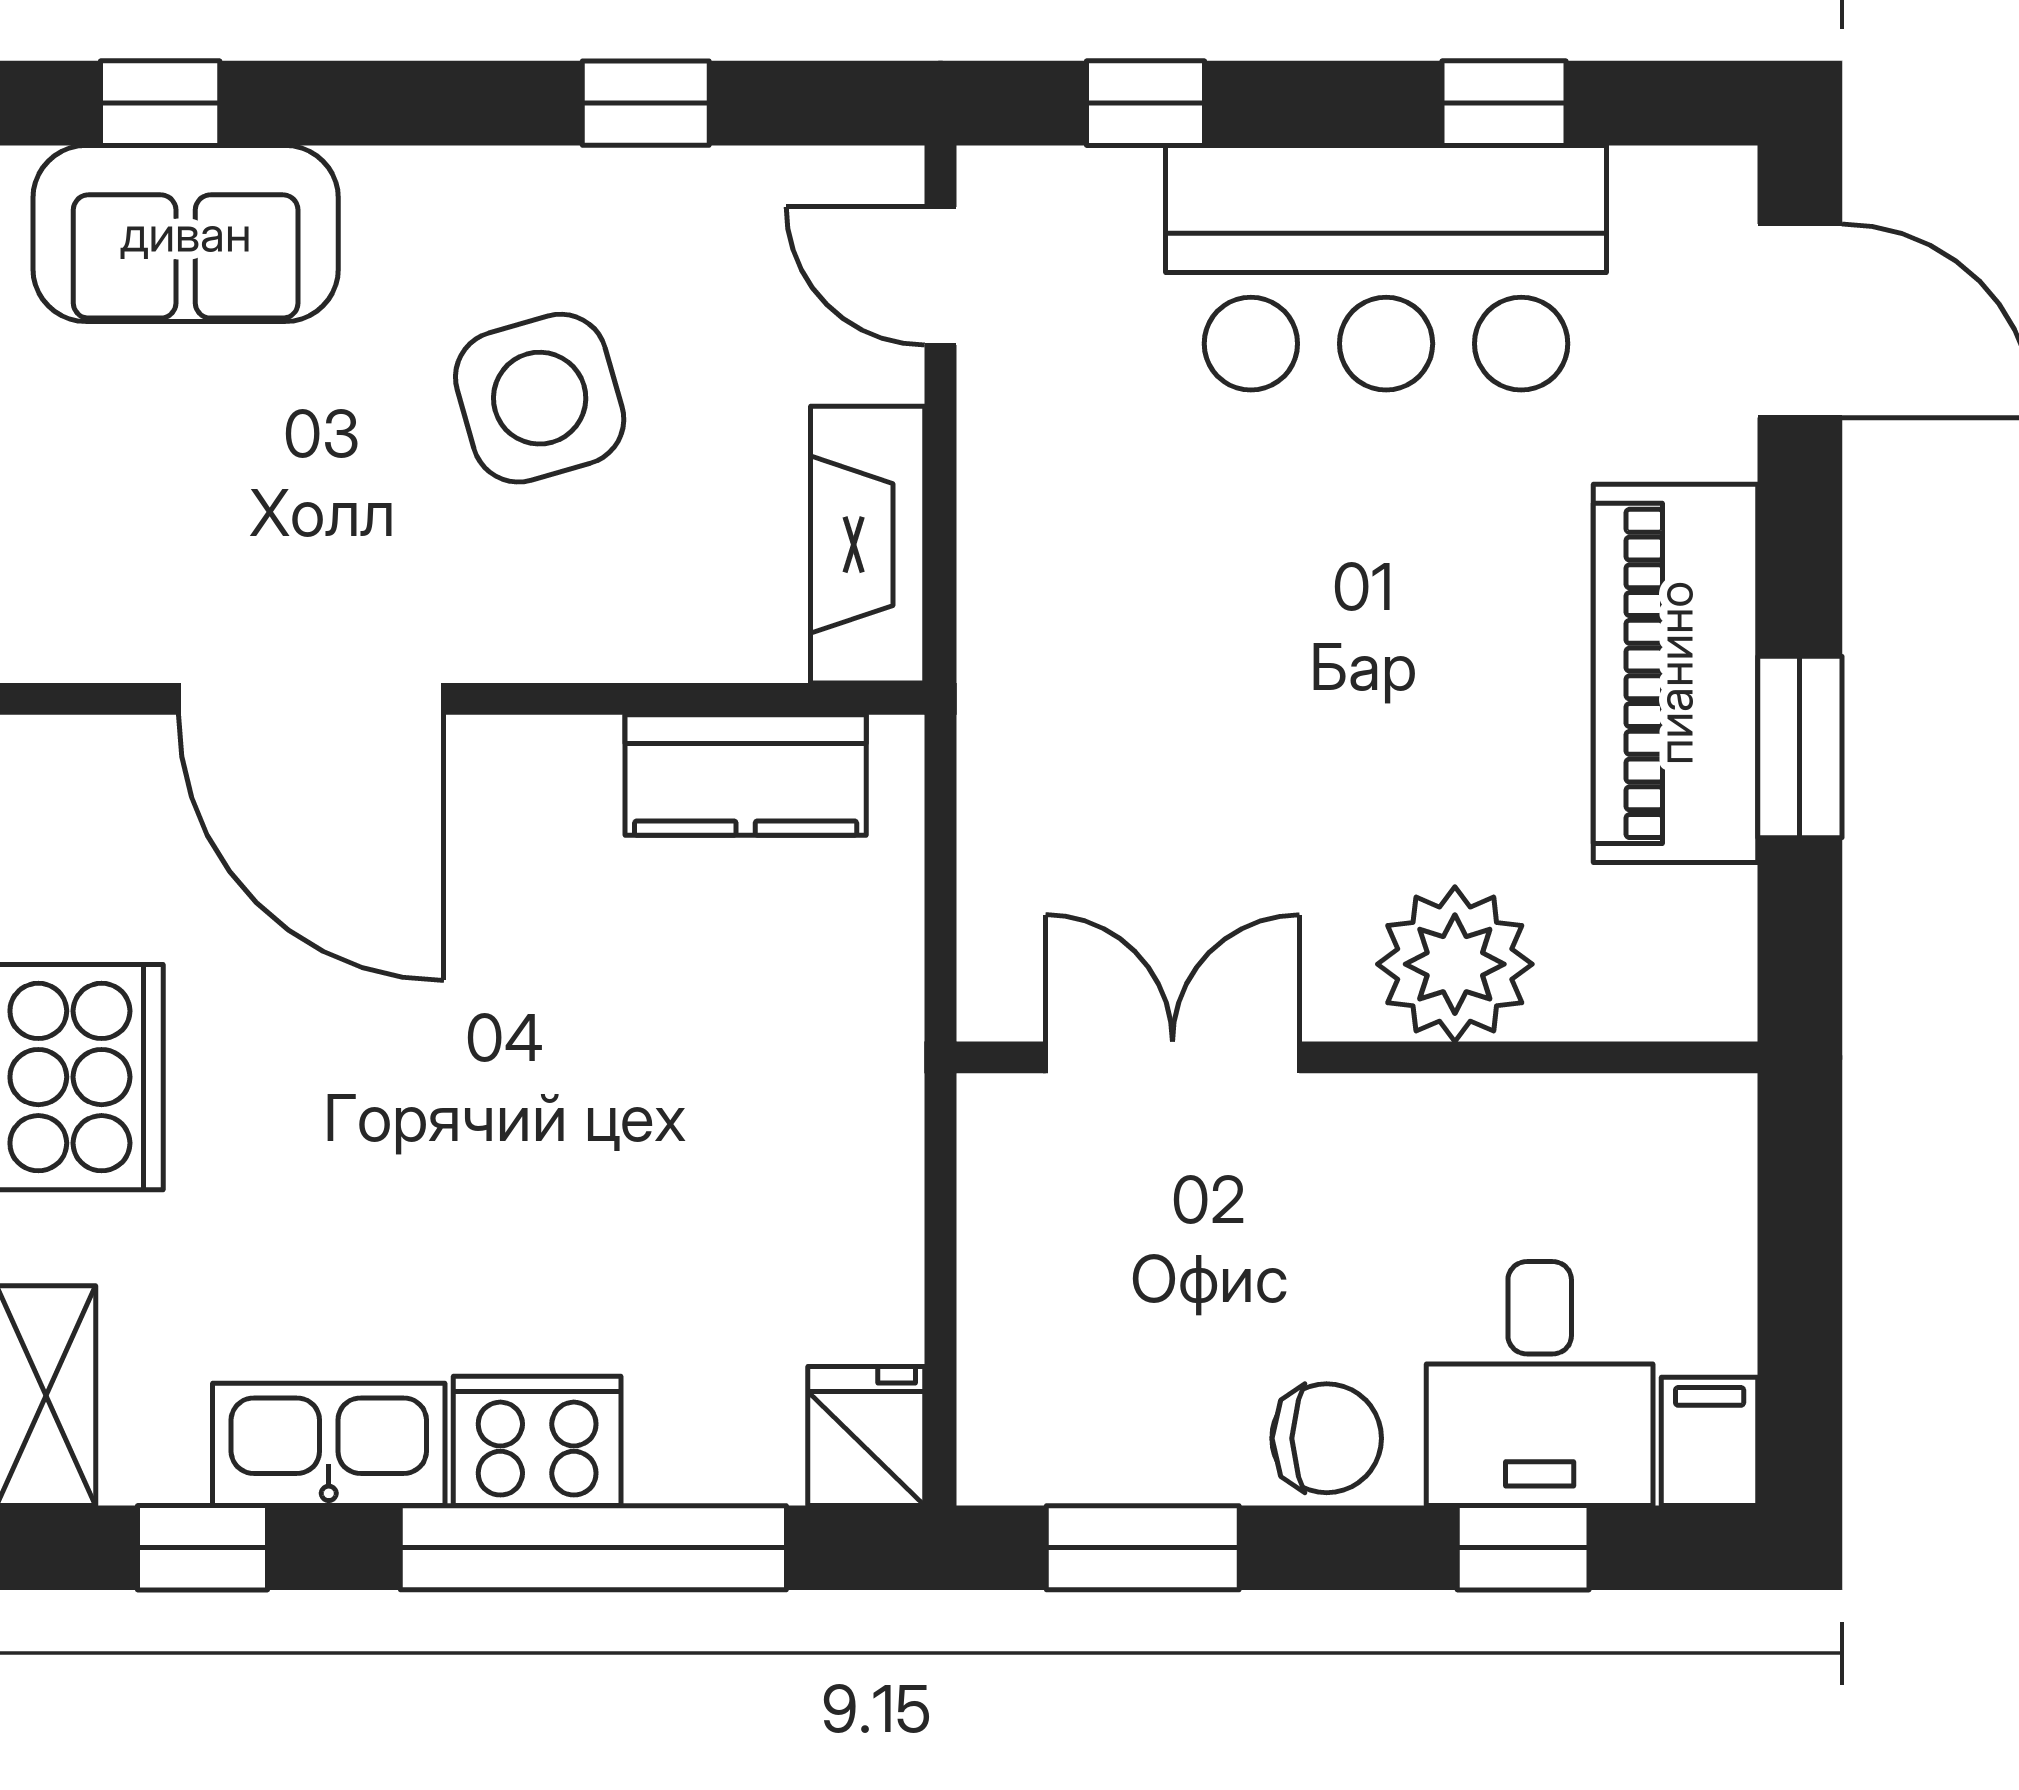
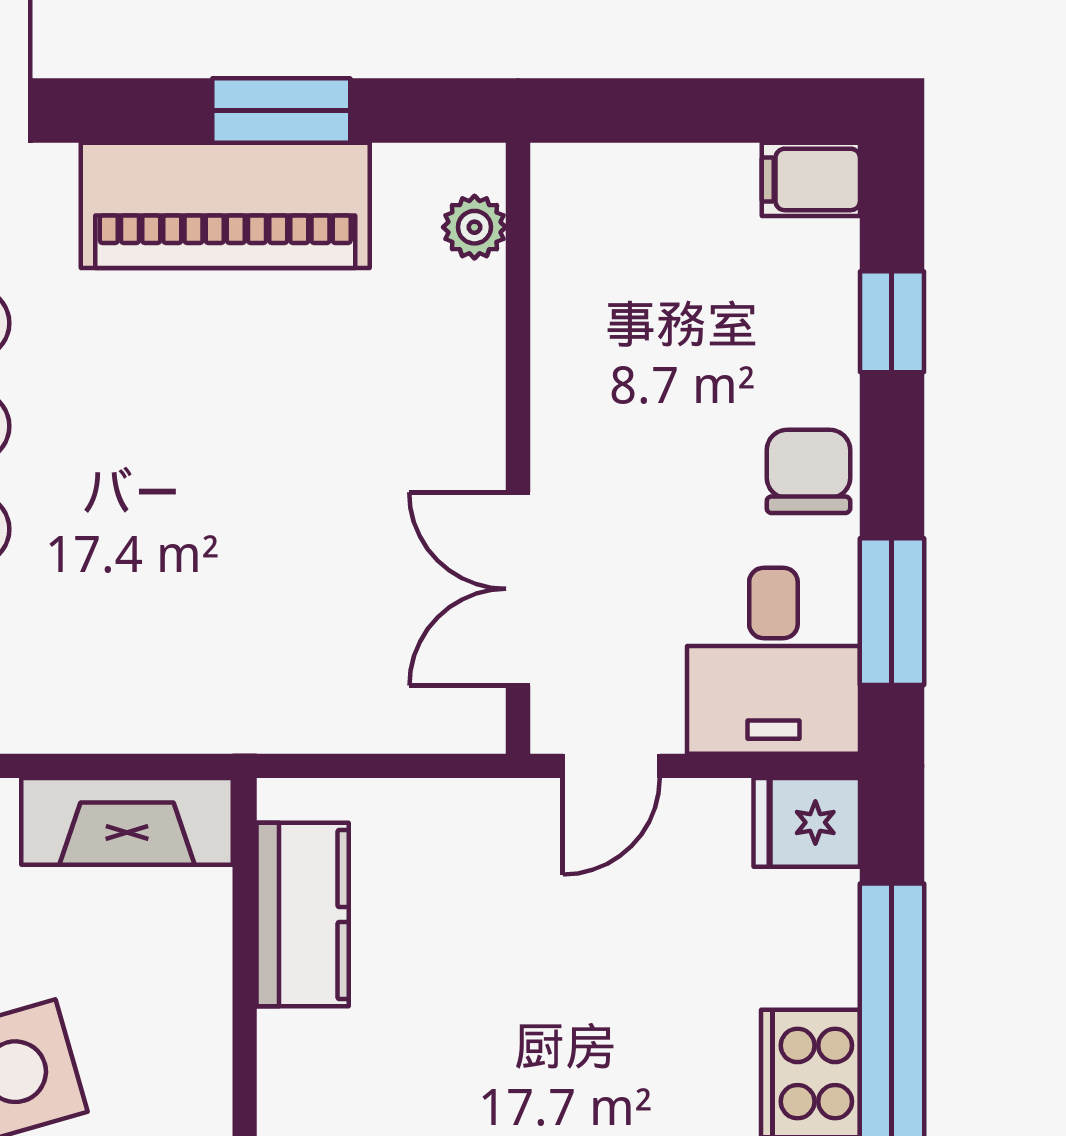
plant: (1455, 964) -> (474, 227), moved, width x0.53, depth x0.53
door: (940, 1180) -> (611, 766), added
desk: (1540, 1383) -> (773, 661), moved, turned 90

